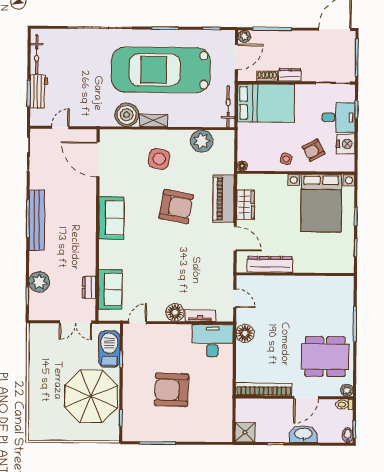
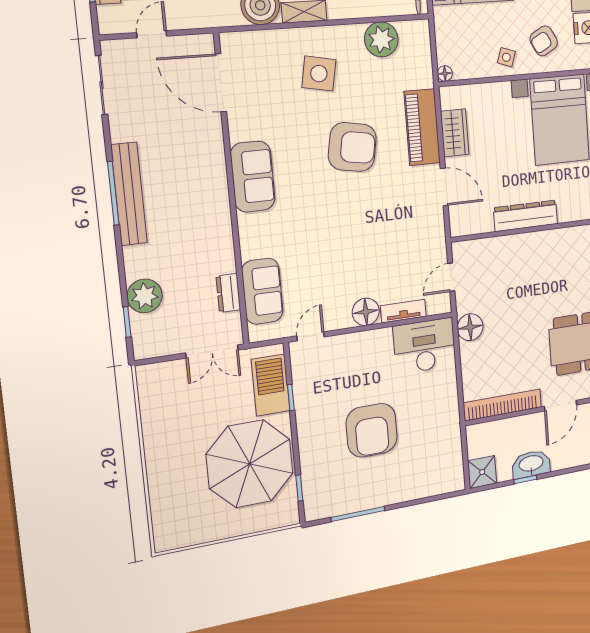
dresser: (270, 264) -> (526, 216), moved
door: (235, 298) -> (451, 277), swing flipped
armchair: (172, 390) -> (372, 430), turned -92
washbasin: (303, 434) -> (531, 464), moved

